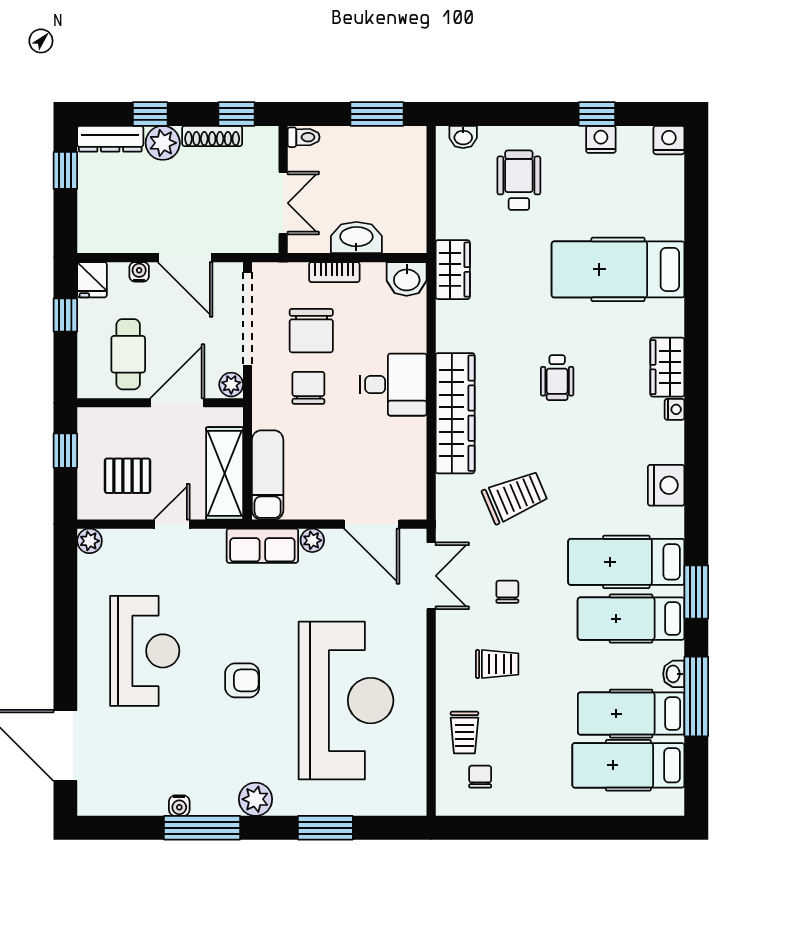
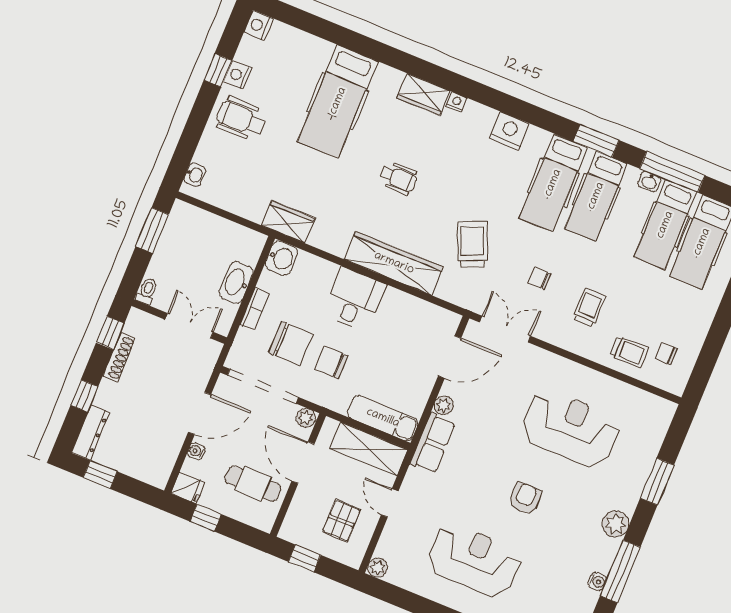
plant: (163, 143) -> (109, 395), removed
wheelchair: (519, 180) -> (241, 119), moved
reception desk: (346, 701) -> (571, 429), width x0.74, depth x0.77

